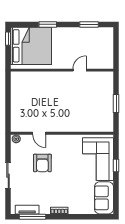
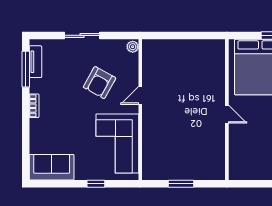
door: (80, 70) -> (227, 114), moved
door: (39, 133) -> (140, 95), moved
corner sofa: (98, 159) -> (117, 143), moved, turned -90
armchair: (42, 163) -> (100, 83), turned -61

